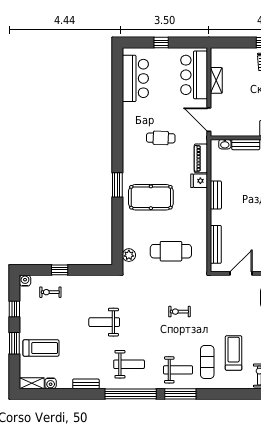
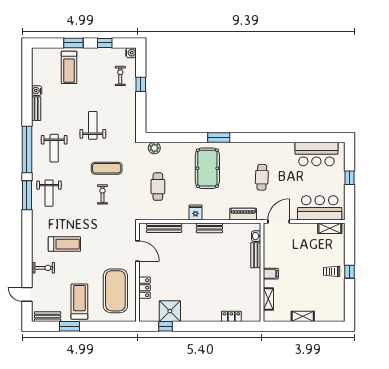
shelving: (216, 80) -> (330, 228), moved
fridge: (199, 181) -> (195, 212), moved
cafe table: (171, 251) -> (158, 187), width x0.73, depth x0.74
exercise mat: (207, 362) -> (107, 168), moved
shelving: (32, 383) -> (37, 59), removed
water cooler: (51, 383) -> (37, 91), moved

